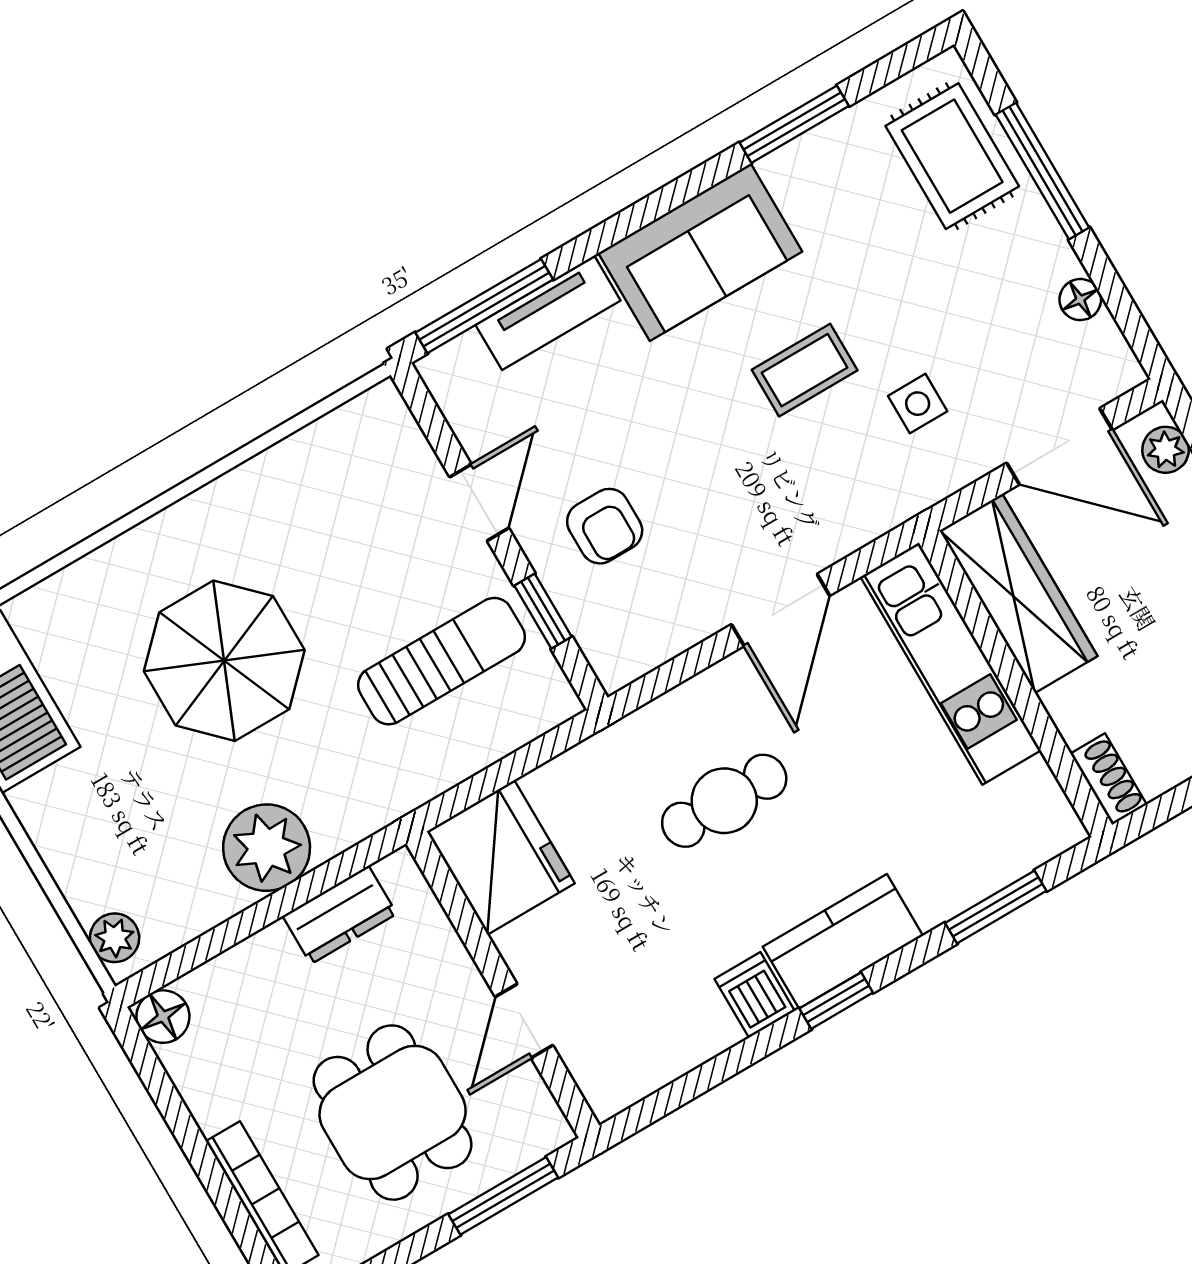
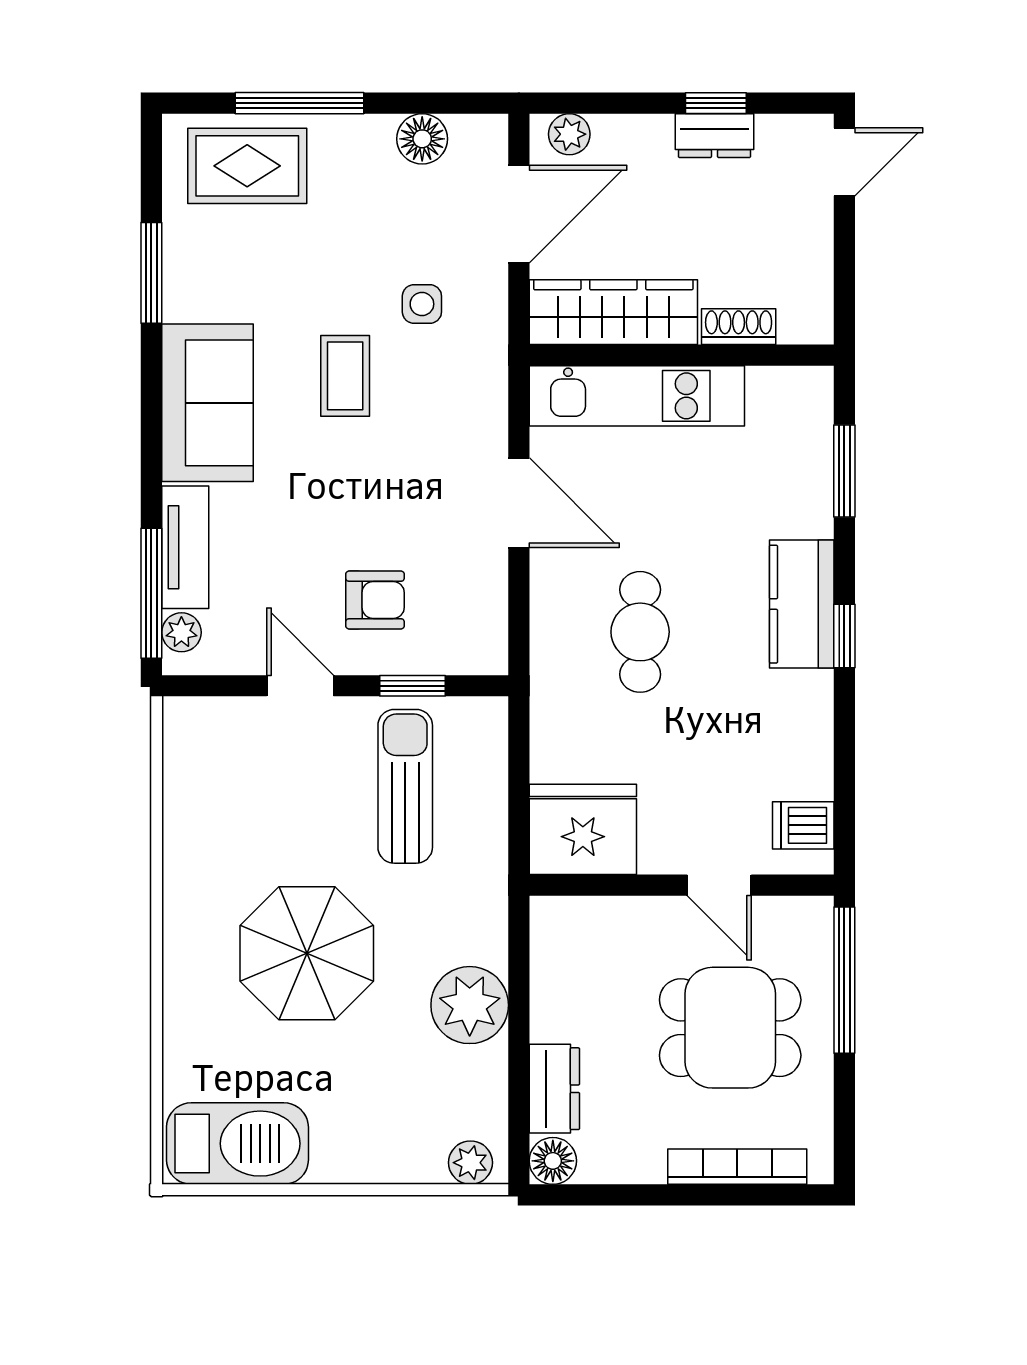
floor lamp: (1080, 300) -> (422, 139), width x1.37, depth x1.37
plant: (464, 357) -> (181, 632), added
shoe rack: (1109, 779) -> (739, 327), moved
dresser: (340, 915) -> (554, 1089), moved
dishwasher: (755, 995) -> (803, 825), moved
window: (503, 1196) -> (844, 980), width x1.44

